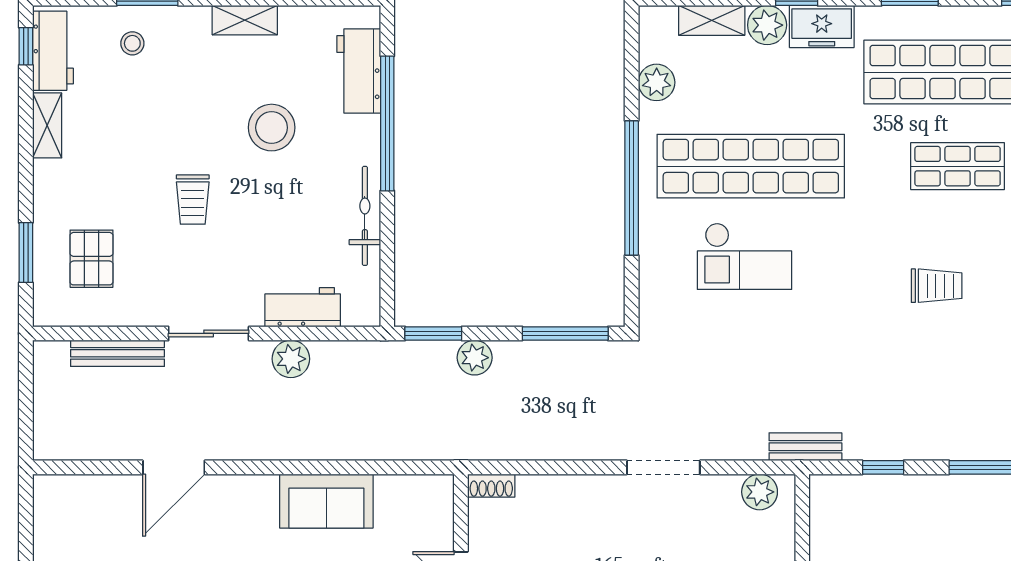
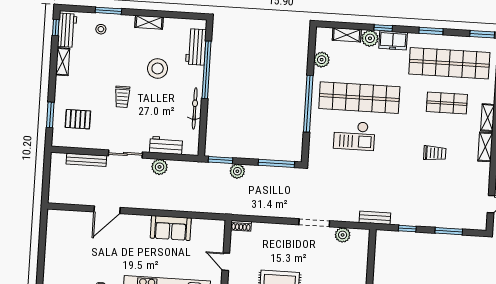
pallet: (91, 259) -> (78, 119), turned 90
plant: (760, 492) -> (343, 235), moved

